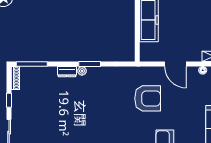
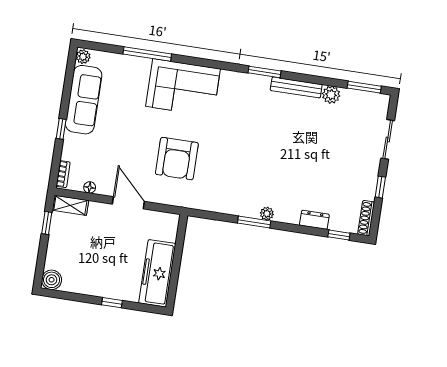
window: (32, 64) -> (339, 235), width x0.46
dresser: (67, 72) -> (314, 220), moved
armchair: (148, 98) -> (177, 159), turned -90

